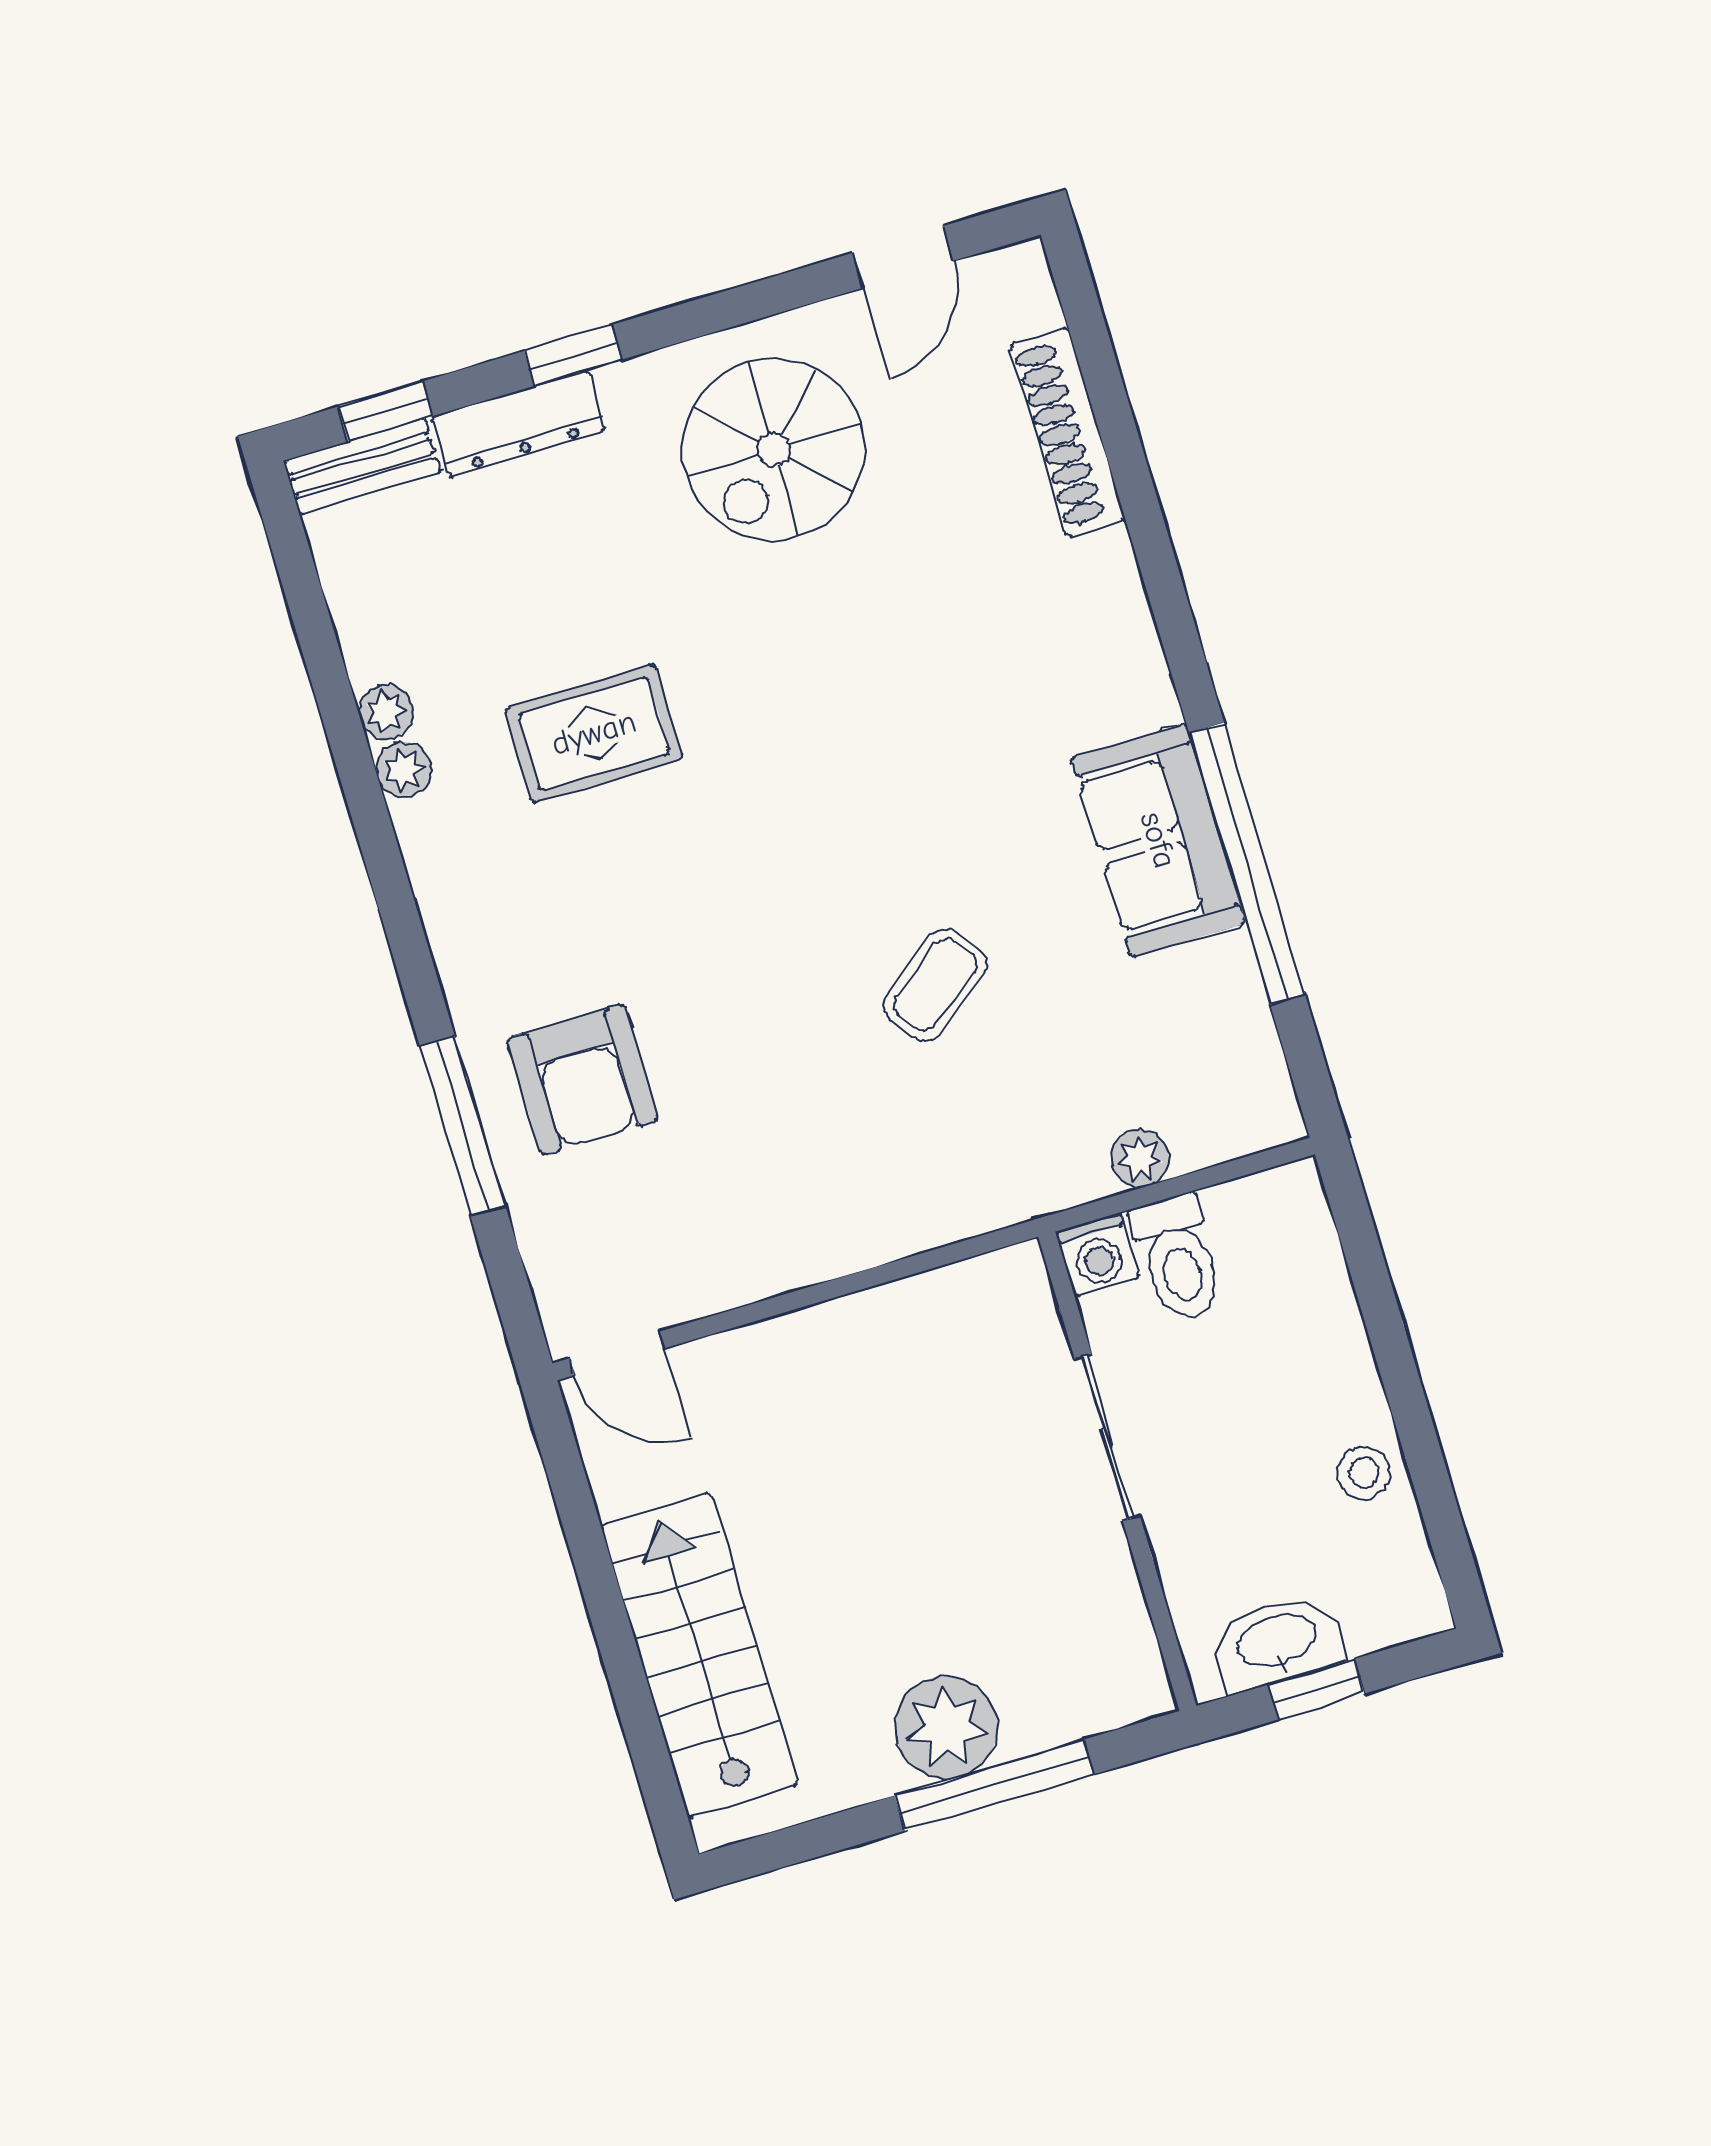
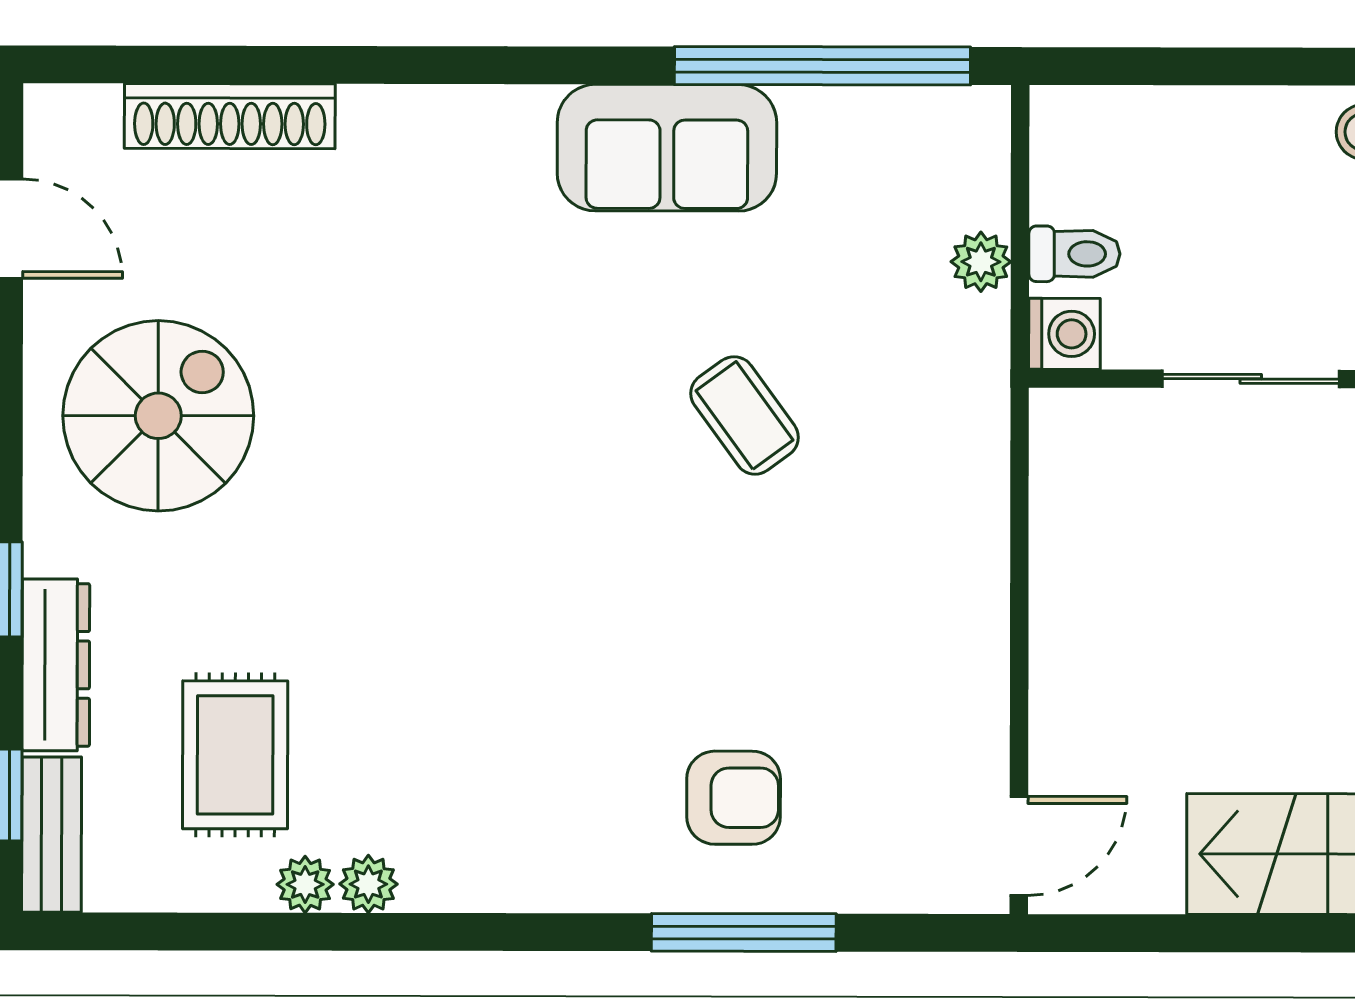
spiral stairs: (774, 449) -> (158, 416), turned -90
rug: (594, 733) -> (235, 755), moved
window: (1247, 863) -> (822, 66), moved
armchair: (583, 1079) -> (734, 798), width x0.72, depth x0.72
toilet: (1178, 1258) -> (1074, 254), width x0.73, depth x0.72

